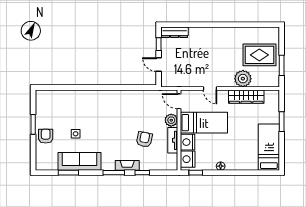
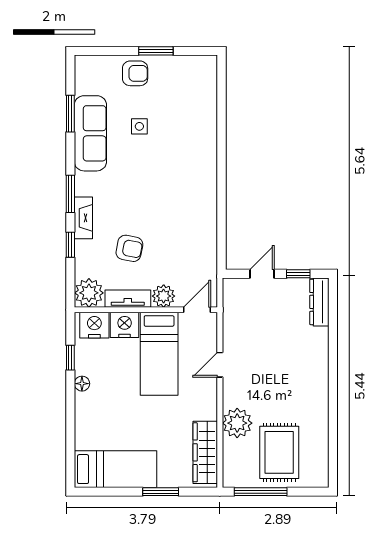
window: (282, 65) -> (261, 492), width x1.44
wardrobe: (246, 97) -> (205, 452), moved
plant: (169, 162) -> (89, 293), added
window: (196, 173) -> (70, 358), moved

